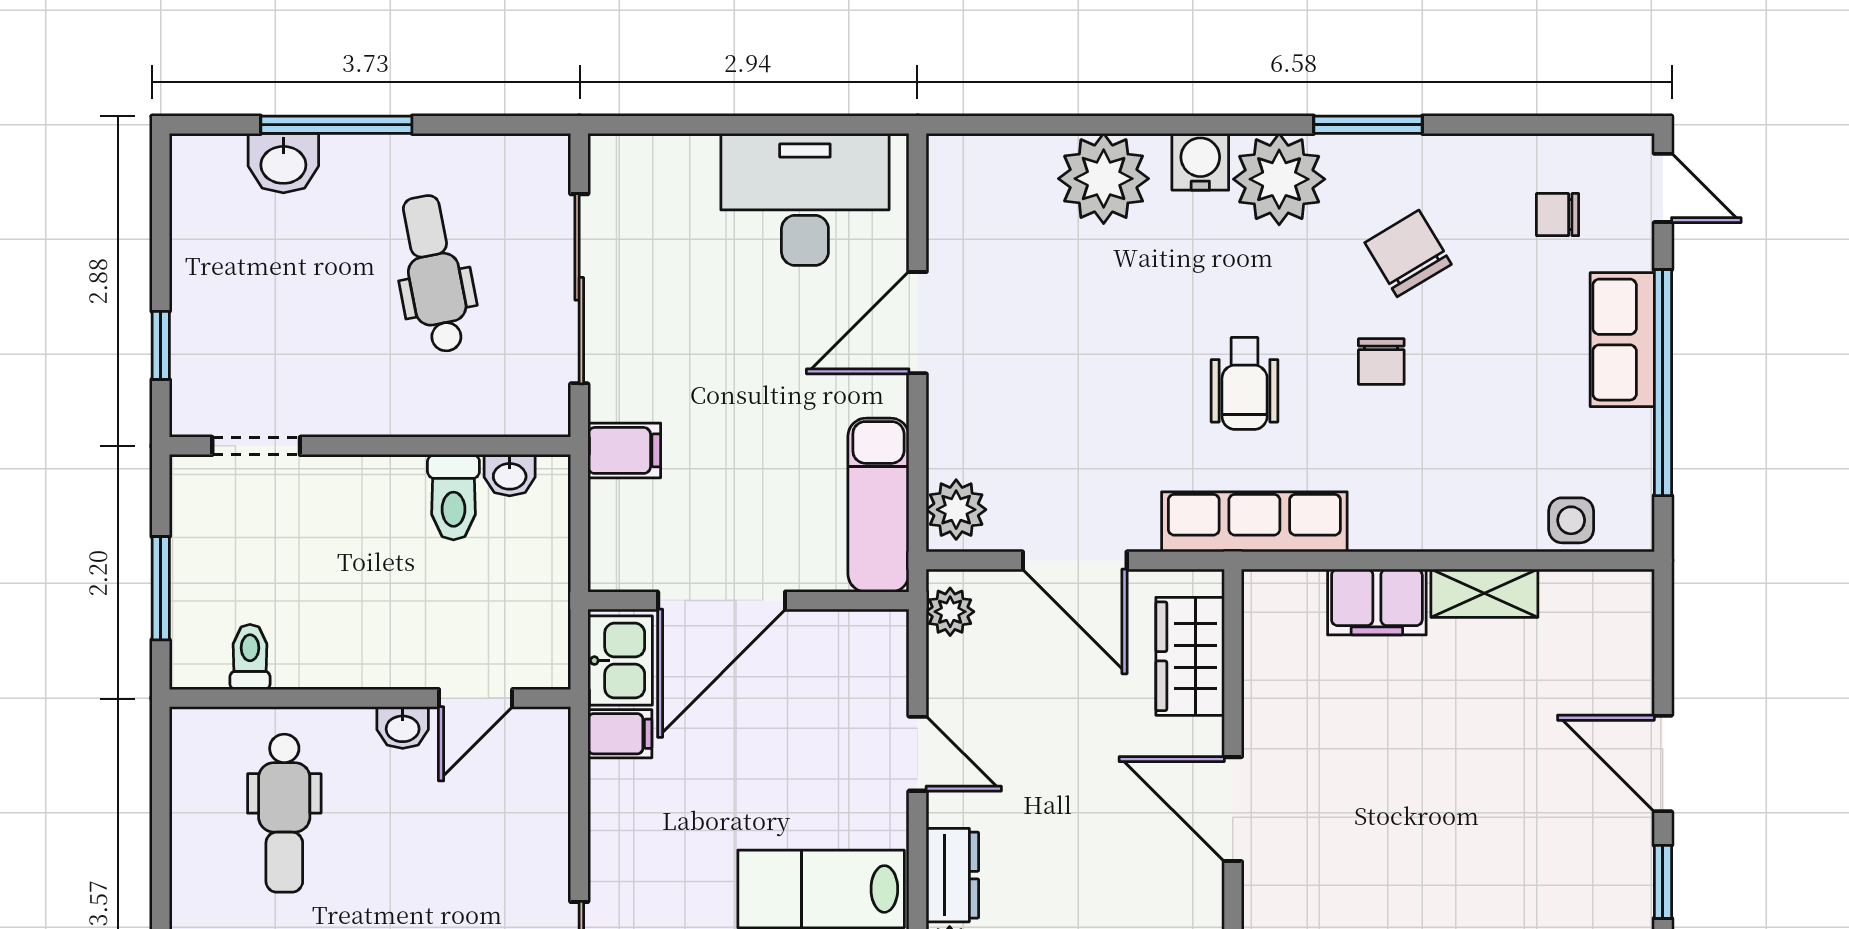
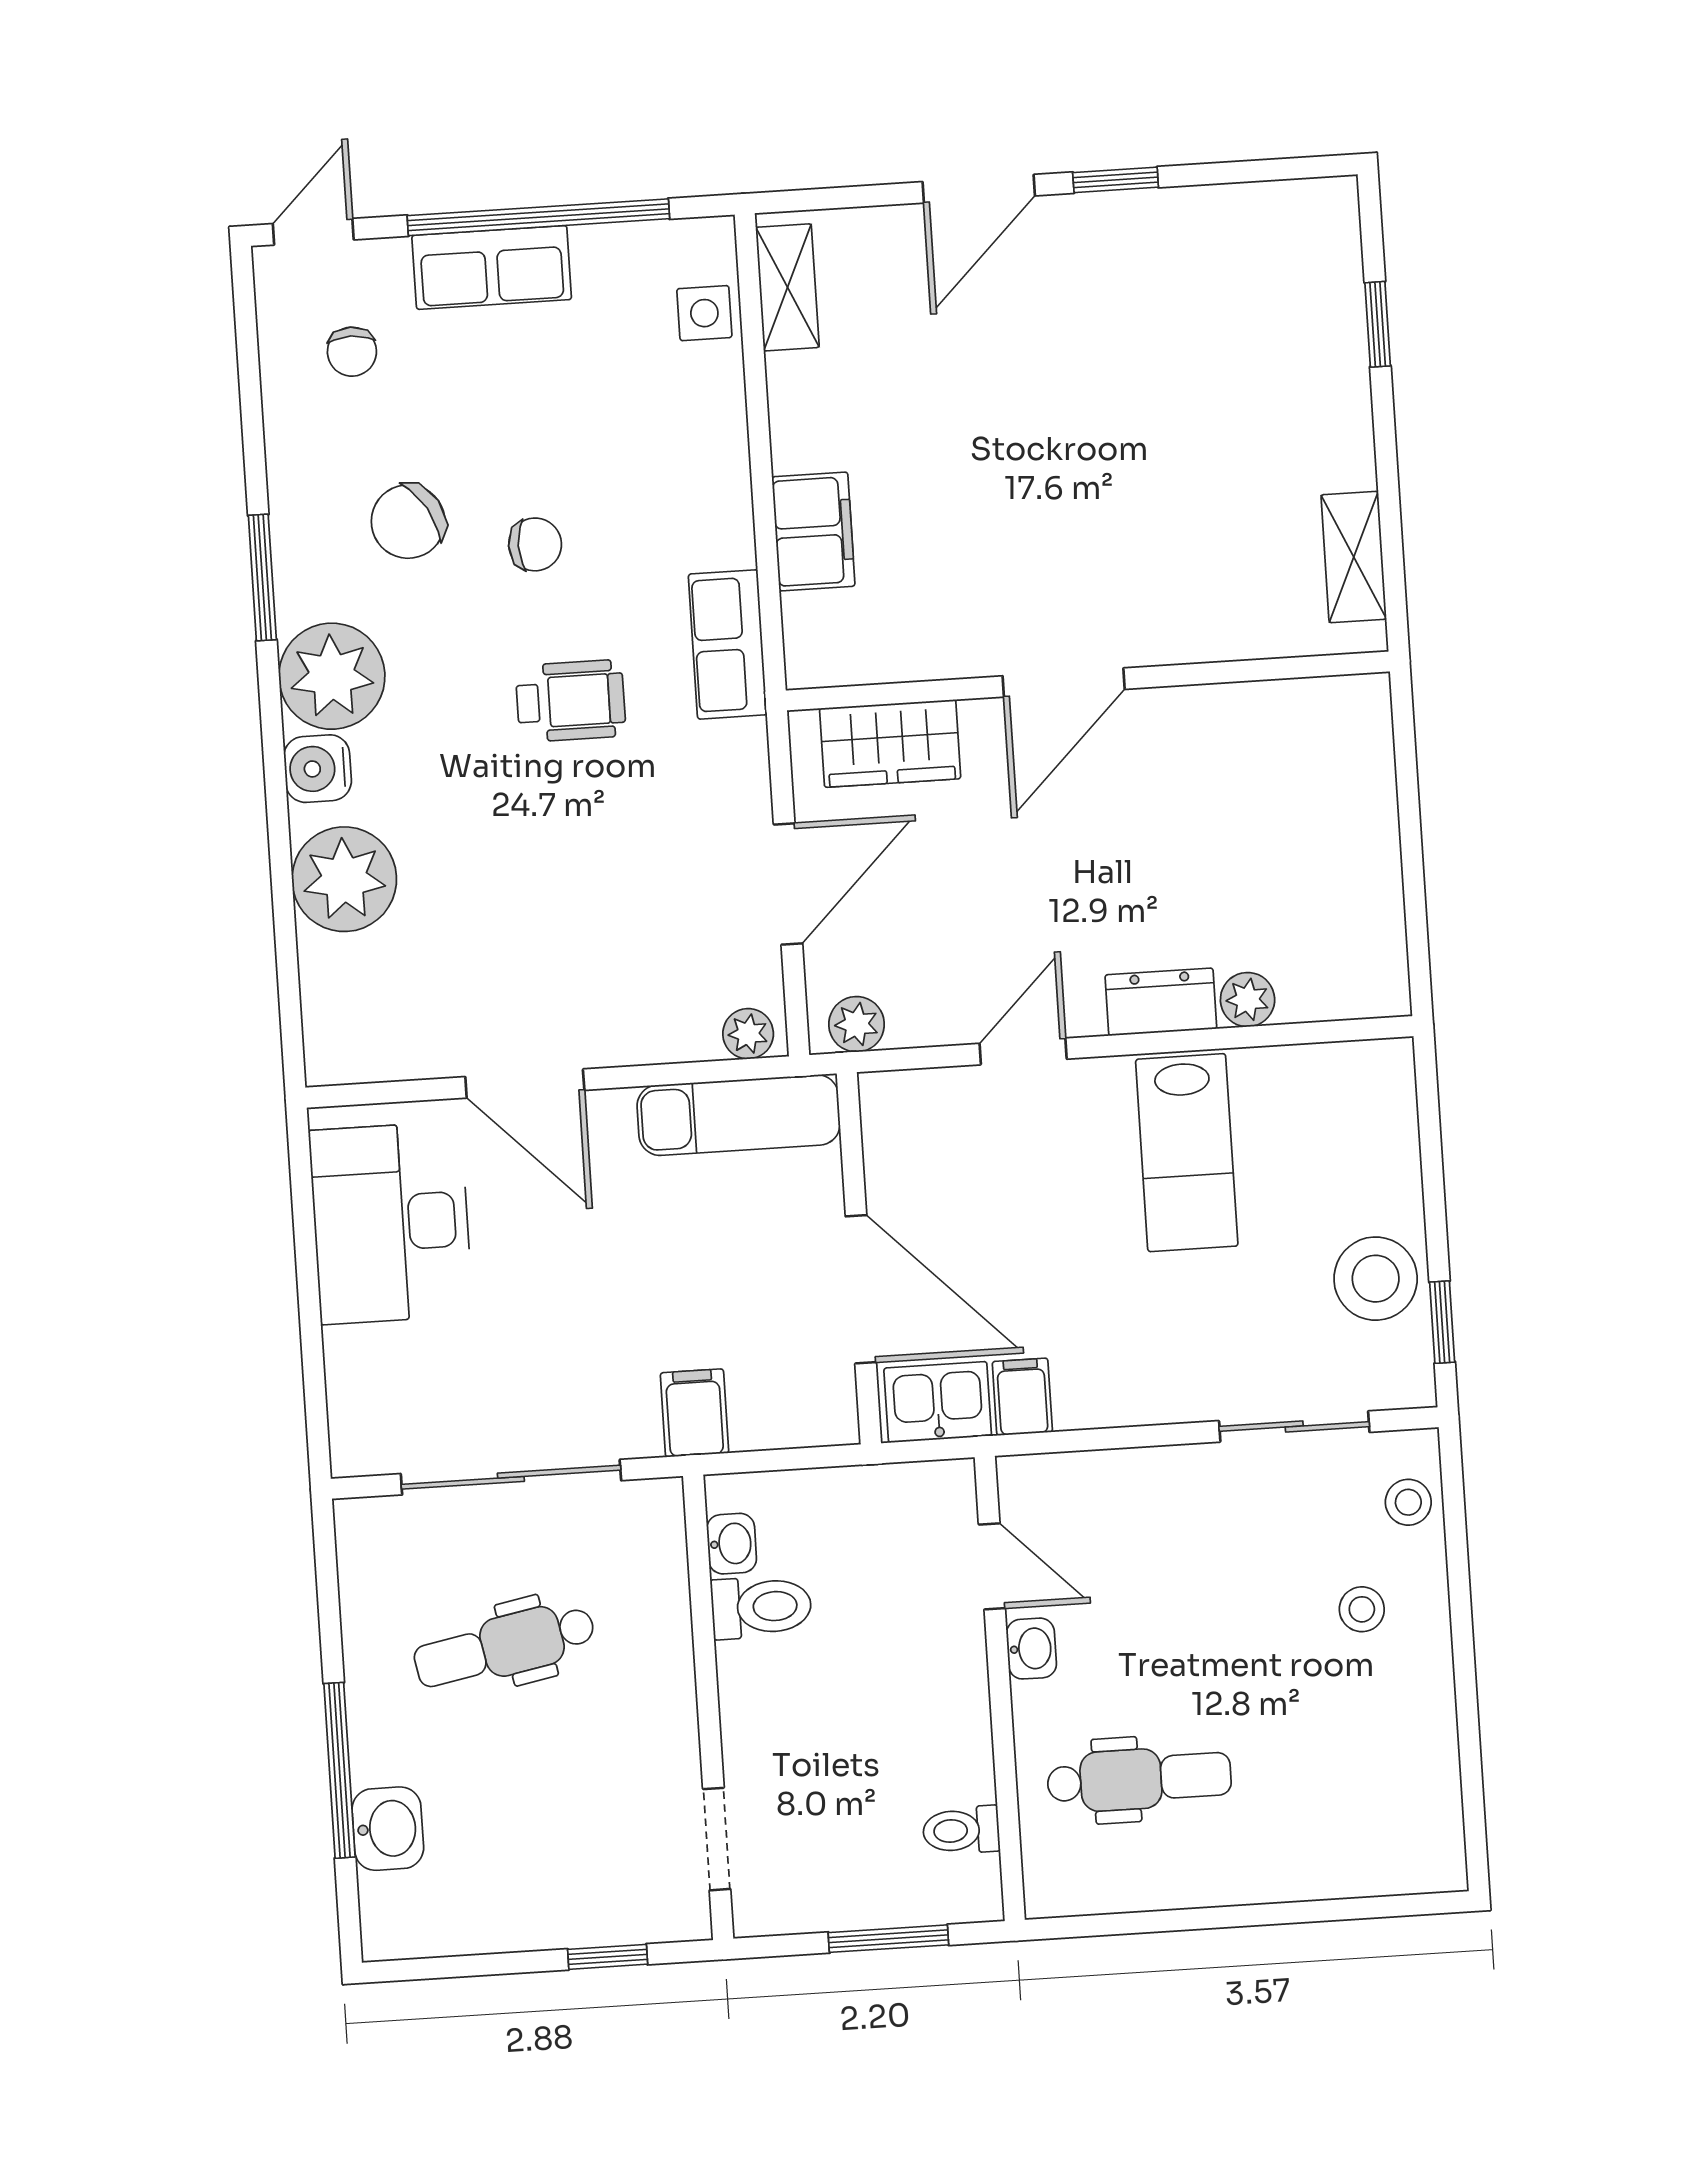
plant: (956, 510) -> (748, 1034), width x0.73, depth x0.73
row of seats: (1254, 522) -> (728, 644), width x0.68
shelving: (1484, 593) -> (787, 287), moved

